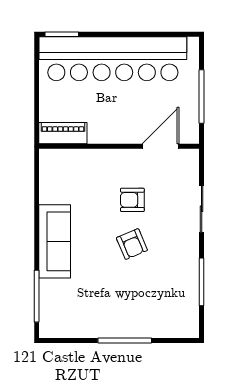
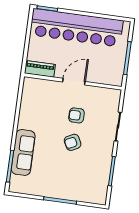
door: (161, 146) -> (74, 82), moved
sofa: (55, 241) -> (23, 152), moved
armchair: (132, 244) -> (73, 142), turned 86

